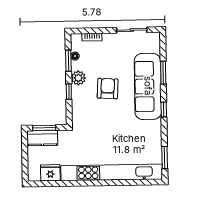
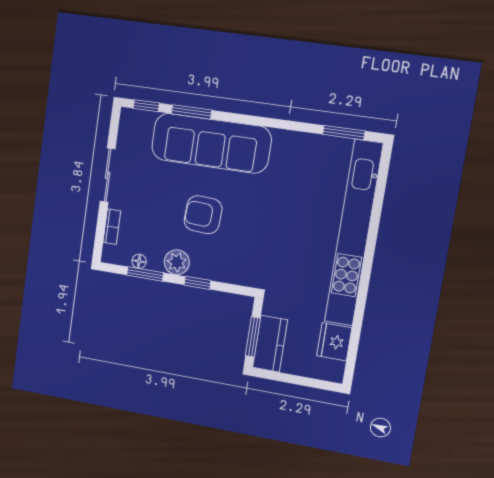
sliding door: (132, 30) -> (108, 175), moved
window: (164, 110) -> (146, 106), moved

